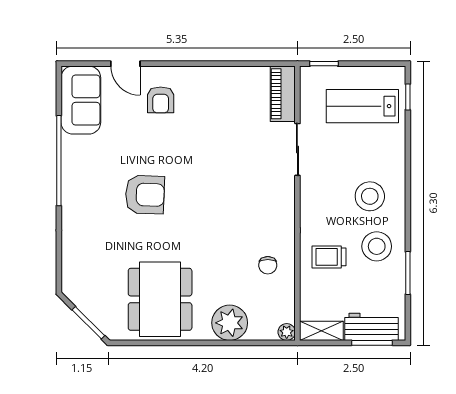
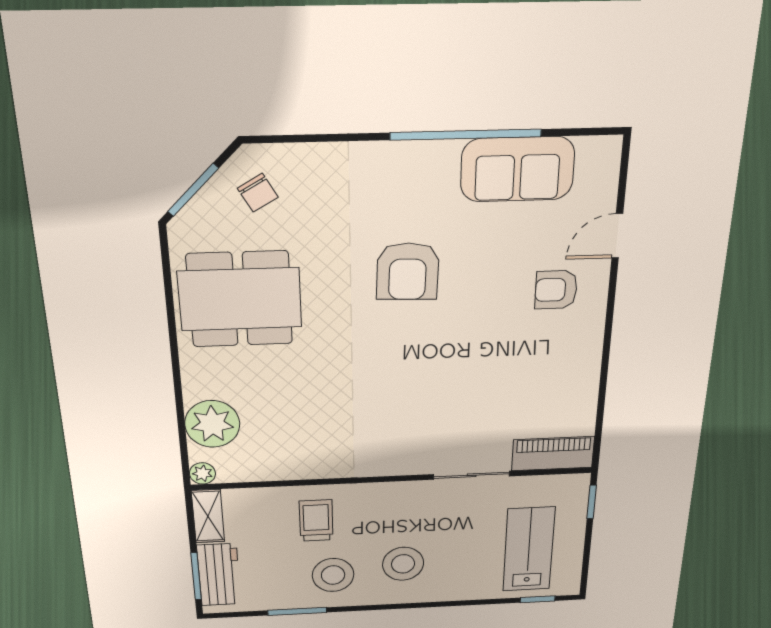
sofa: (81, 100) -> (518, 169), moved
chair: (268, 265) -> (258, 193), moved, turned -120
plant: (230, 323) -> (212, 424), moved

